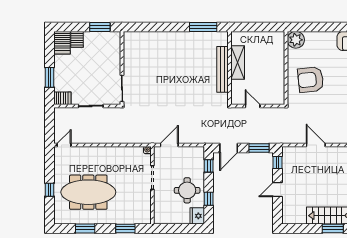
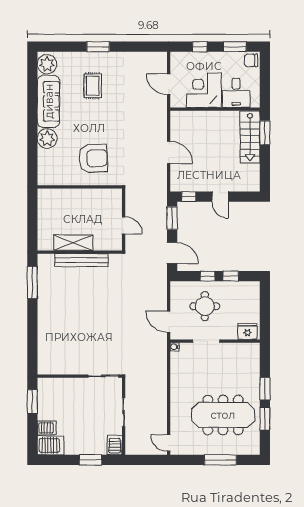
plant: (296, 40) -> (47, 139), moved
armchair: (311, 80) -> (93, 158), turned -87
door: (253, 106) -> (124, 225), swing flipped
door: (316, 145) -> (169, 152), swing flipped
window: (209, 166) -> (208, 276), moved
window: (49, 190) -> (220, 460), width x2.17
round table: (187, 190) -> (205, 306), moved
meeting table: (88, 192) -> (223, 415), turned 90
fridge: (197, 216) -> (247, 331), moved, turned 180
window: (125, 228) -> (265, 389), moved

